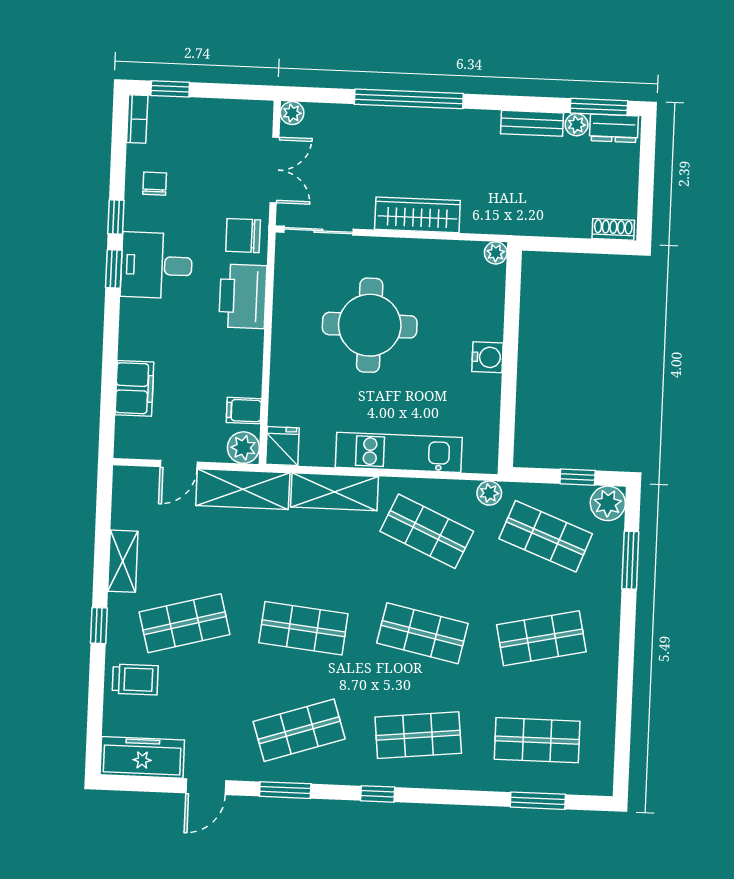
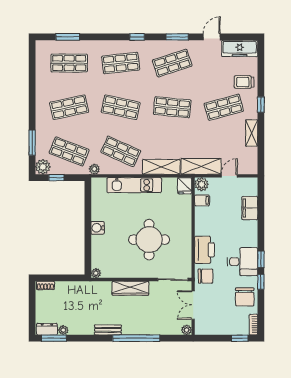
bench: (532, 123) -> (108, 330), moved
chair: (155, 184) -> (245, 297), width x1.87, depth x1.87

